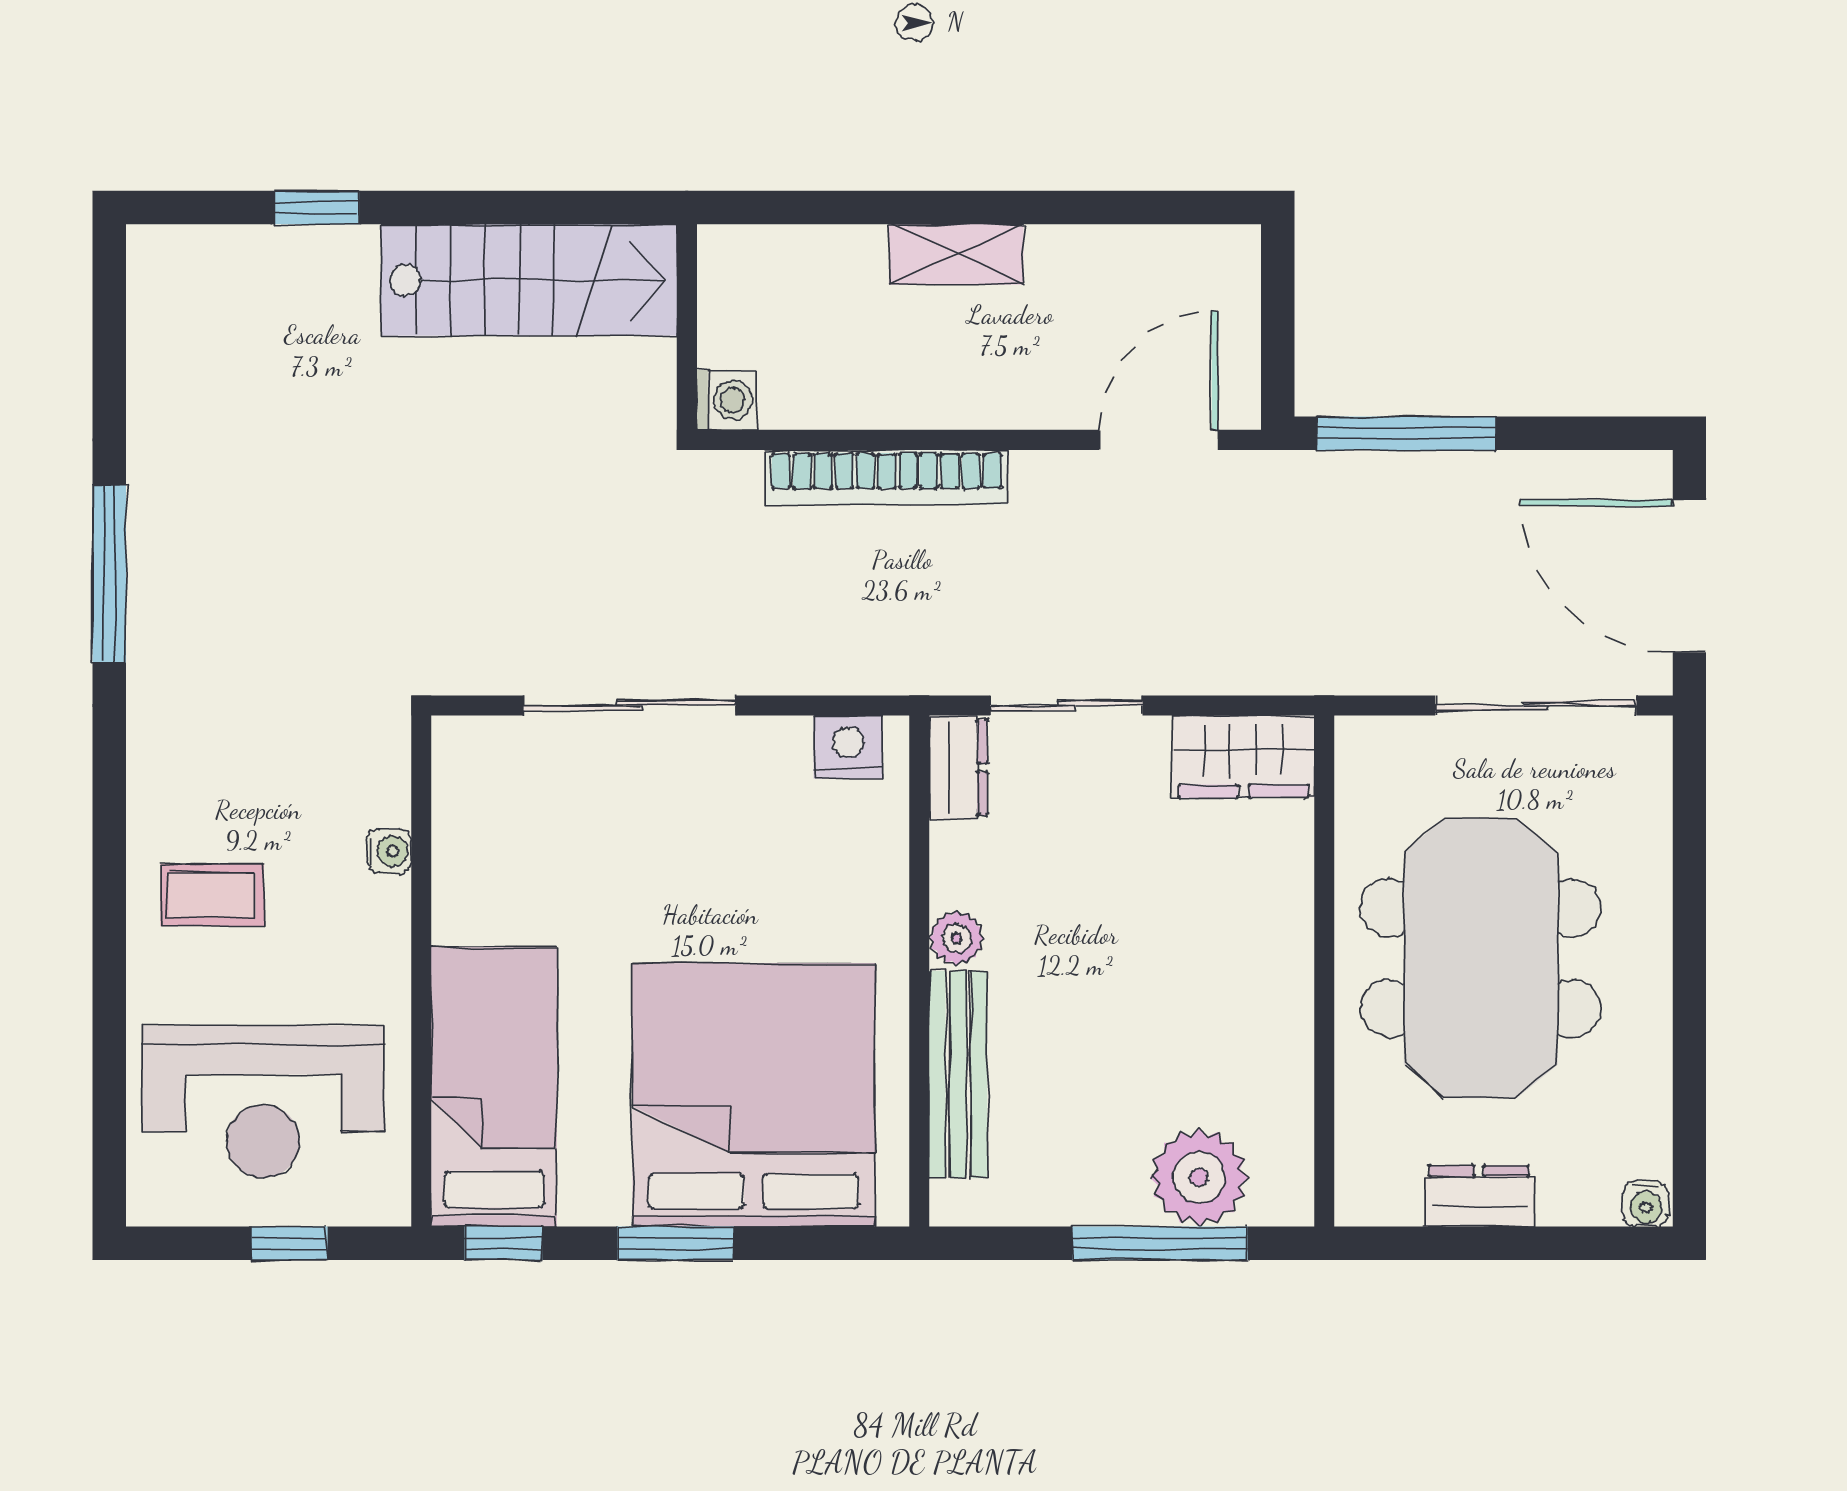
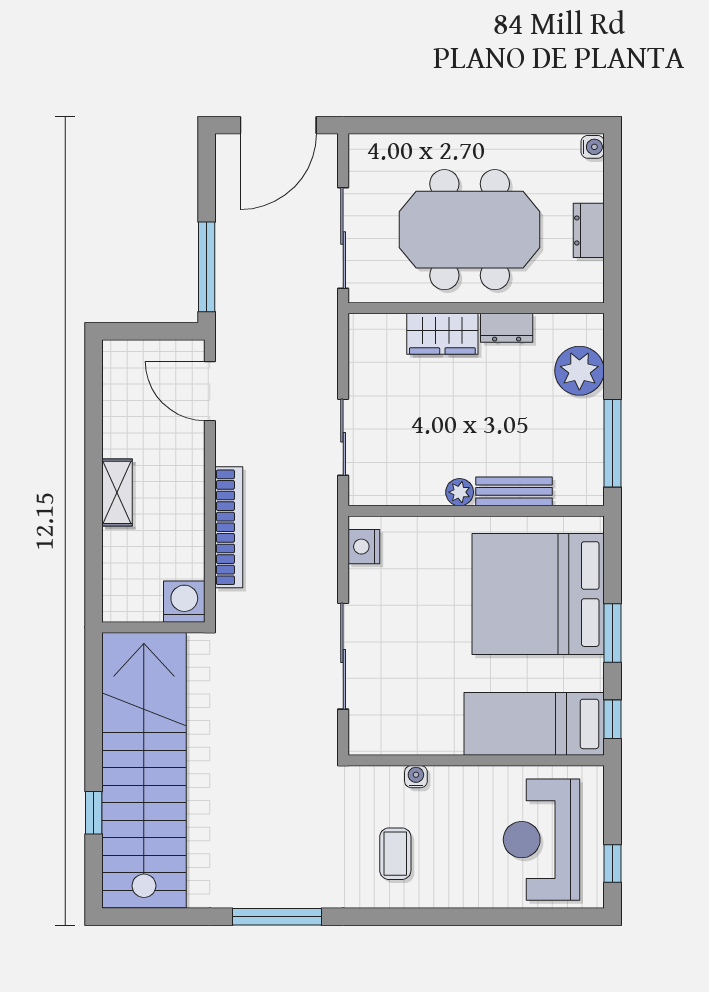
stairs: (529, 280) -> (144, 770), width x1.86, depth x1.51
washing machine: (727, 400) -> (184, 602), width x1.38, depth x1.38
sliding door: (1536, 705) -> (343, 238), moved
wardrobe: (1243, 757) -> (442, 334), moved, turned 90
dresser: (958, 767) -> (507, 328), moved, turned 180
coffee table: (212, 895) -> (395, 854), moved
bench: (958, 1074) -> (514, 491), width x0.73
reception desk: (263, 1102) -> (542, 840), turned 180
window: (290, 1243) -> (612, 863), moved
window: (1160, 1243) -> (612, 443), moved

